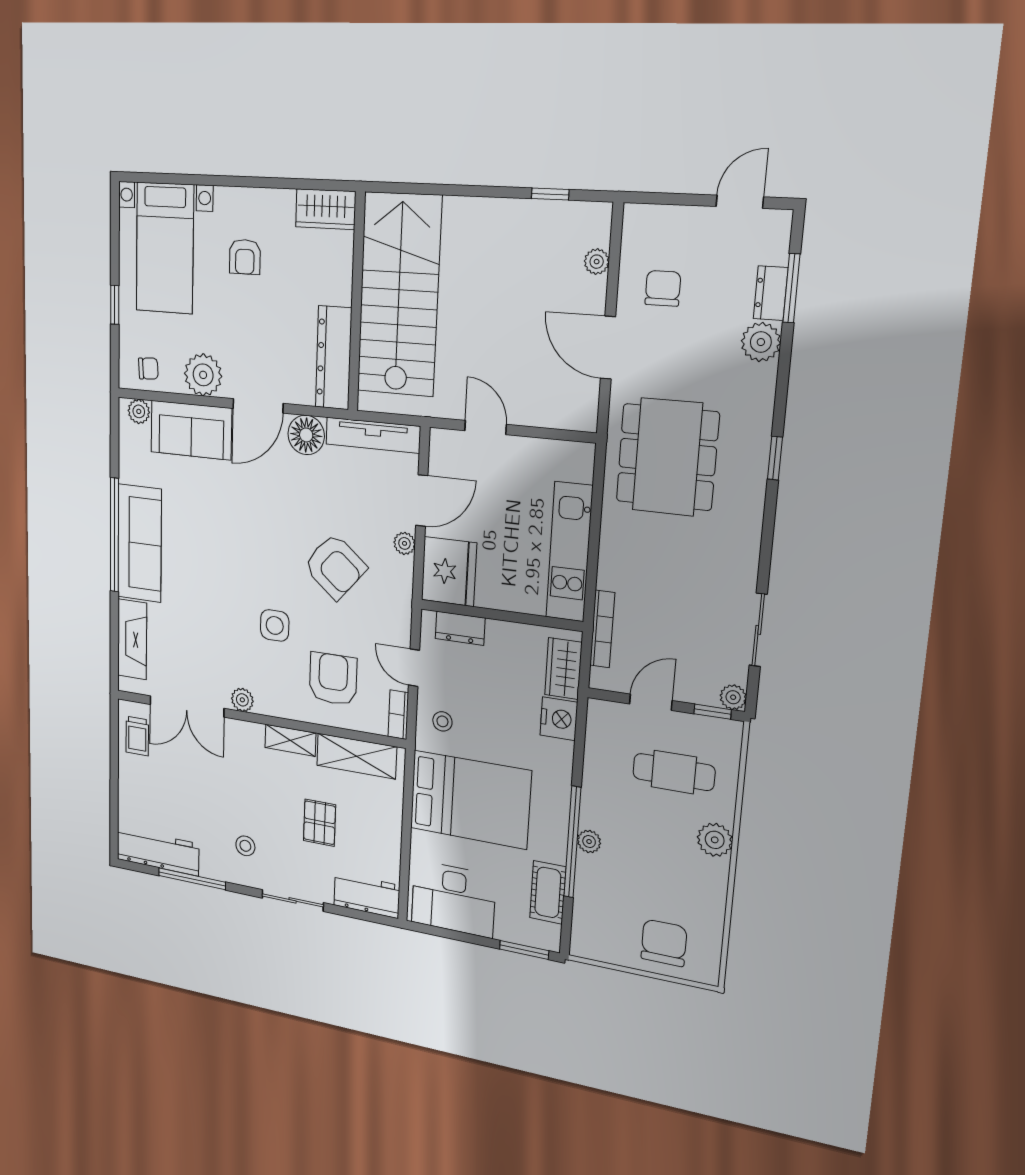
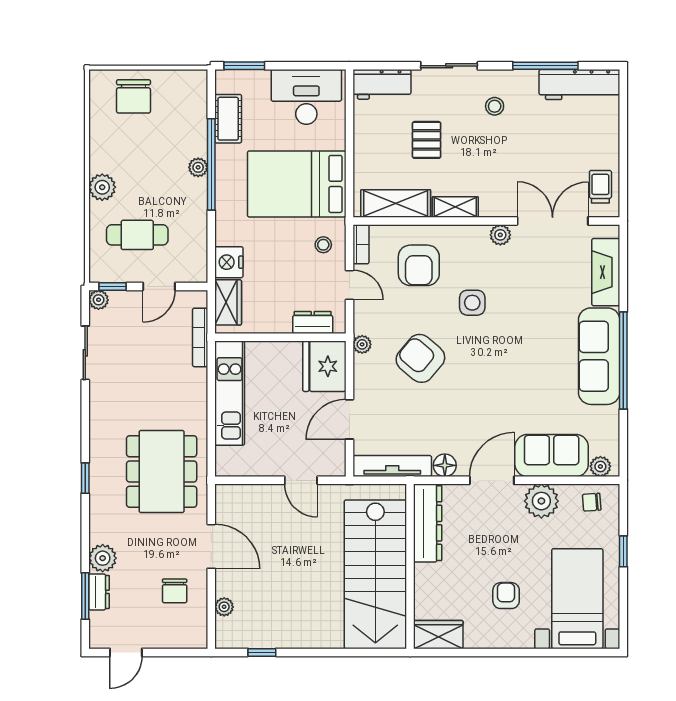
floor lamp: (306, 435) -> (445, 465), width x0.73, depth x0.73
plant: (404, 543) -> (362, 344), moved

